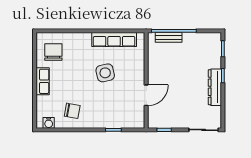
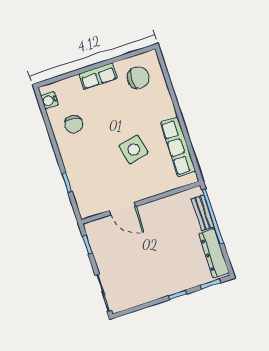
dresser: (215, 87) -> (214, 253), moved, turned -90

